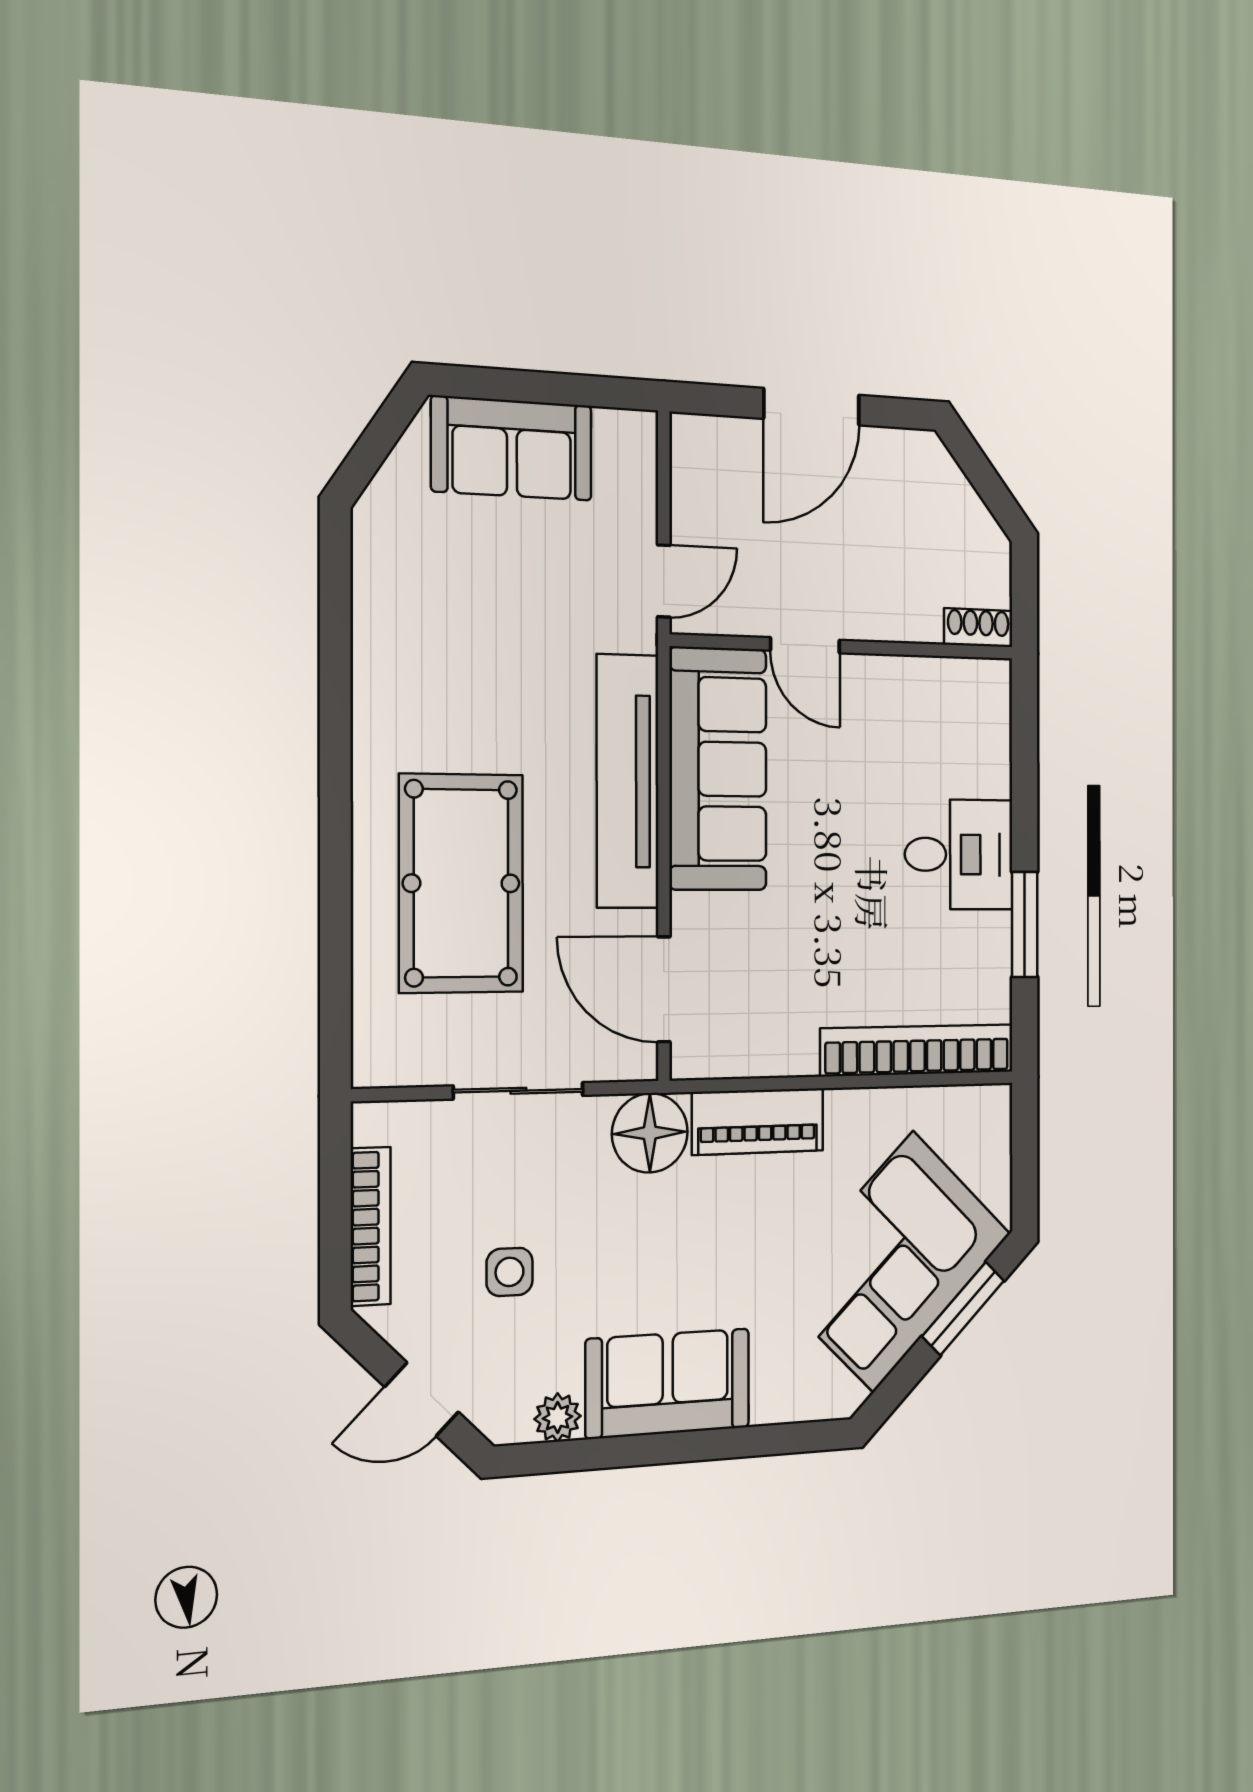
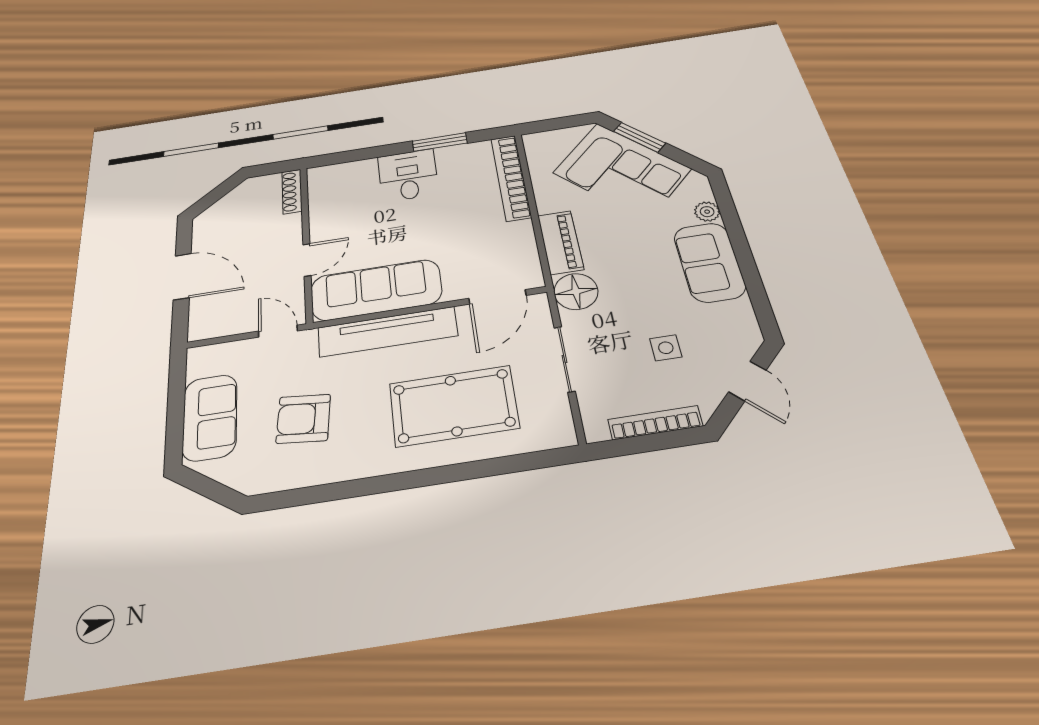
armchair: (481, 616) -> (303, 419), added
shoe rack: (978, 628) -> (292, 191), width x1.43
plant: (558, 1418) -> (707, 212), moved

